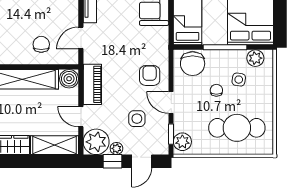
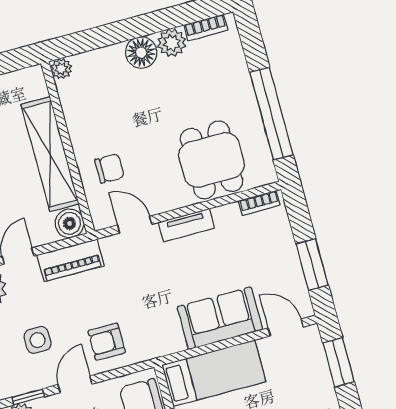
armchair: (150, 75) -> (107, 342), turned 180

